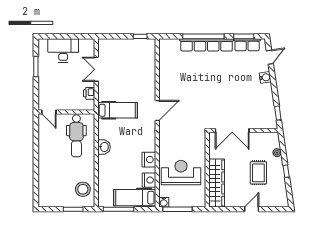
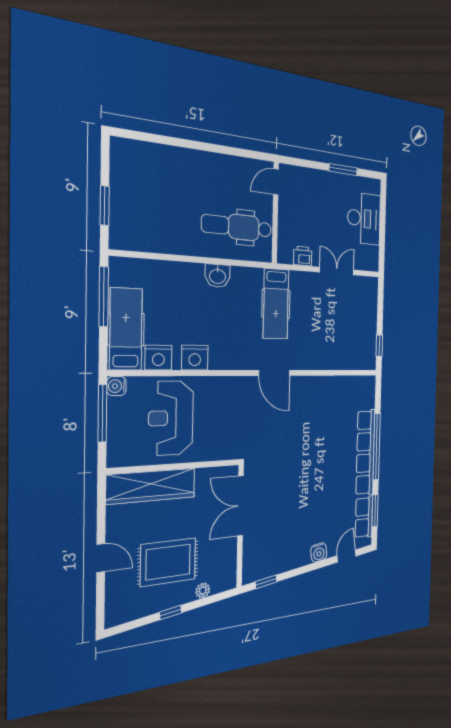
door: (270, 57) -> (347, 556), swing flipped
reception desk: (181, 173) -> (171, 418), turned 180
rug: (258, 173) -> (168, 562), width x1.36, depth x1.43
stool: (83, 189) -> (143, 229), removed

